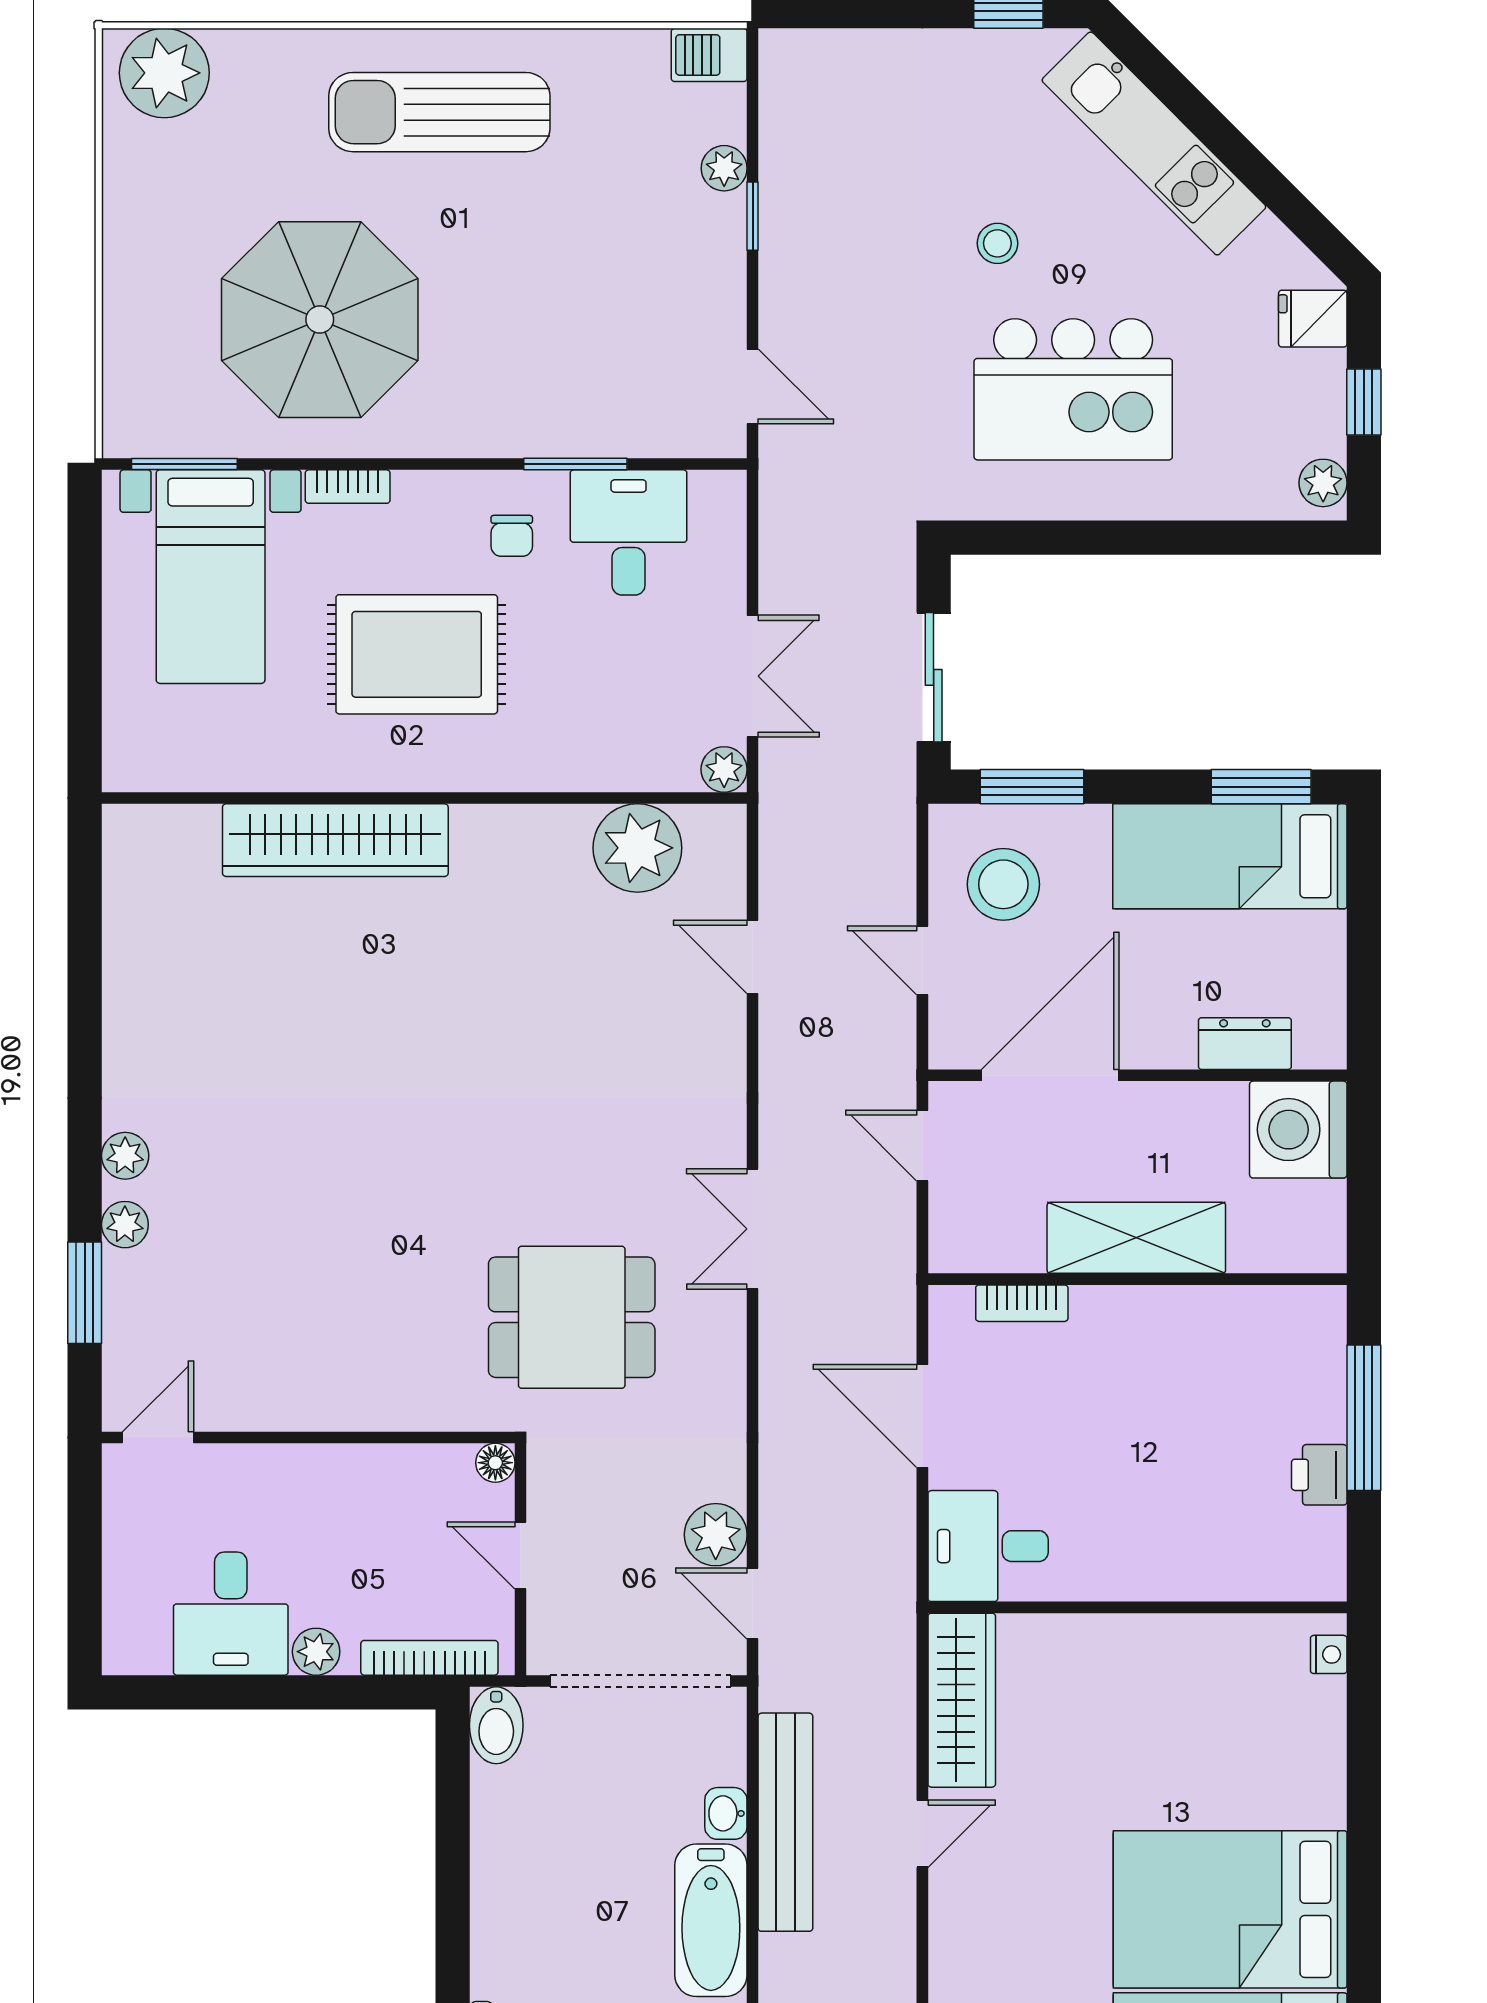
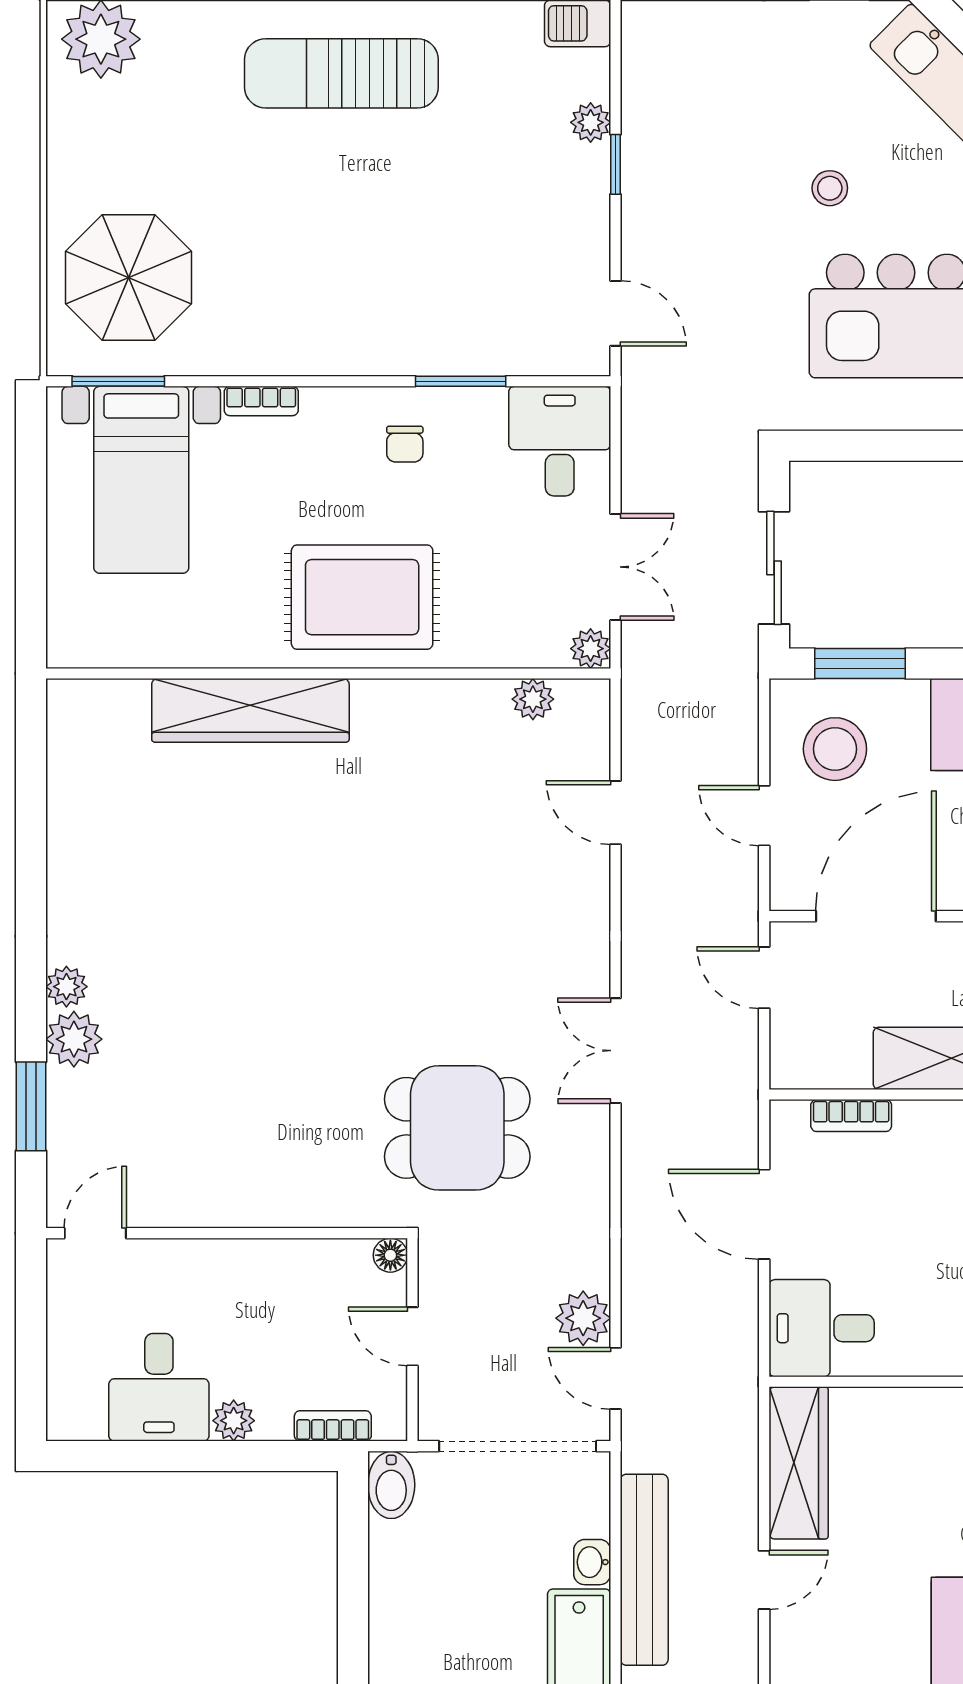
parasol: (320, 320) -> (128, 278), moved, width x0.73, depth x0.73
desk: (629, 532) -> (560, 441), moved
rug: (417, 654) -> (362, 597), moved
plant: (637, 848) -> (533, 699), width x0.53, depth x0.53
plant: (125, 1225) -> (74, 1039), width x1.38, depth x1.38
bookcase: (429, 1658) -> (333, 1426), width x0.64

